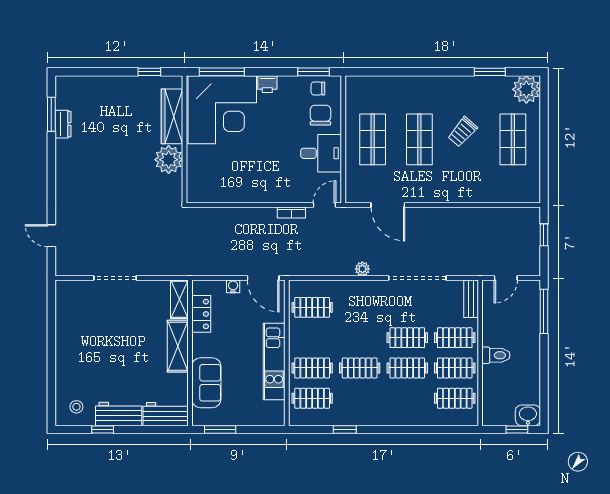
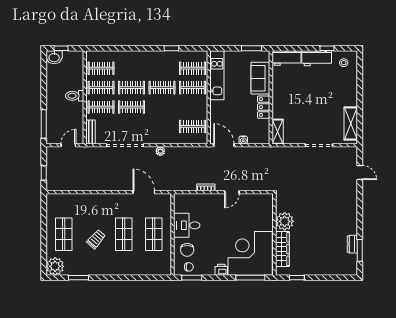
door: (324, 205) -> (232, 192), moved
locker: (201, 314) -> (264, 107), moved
shelving: (178, 346) -> (351, 124), moved
kitchen unit: (274, 362) -> (217, 75), moved

